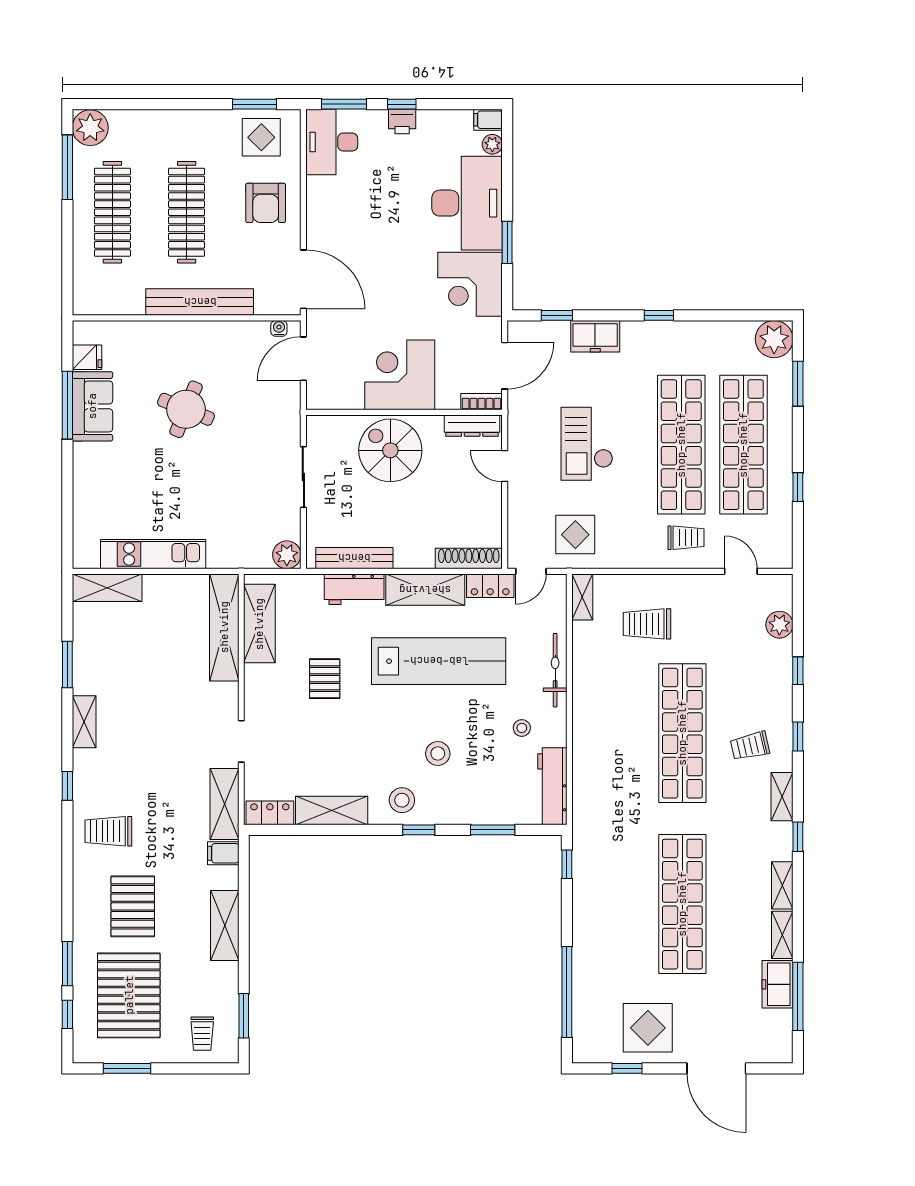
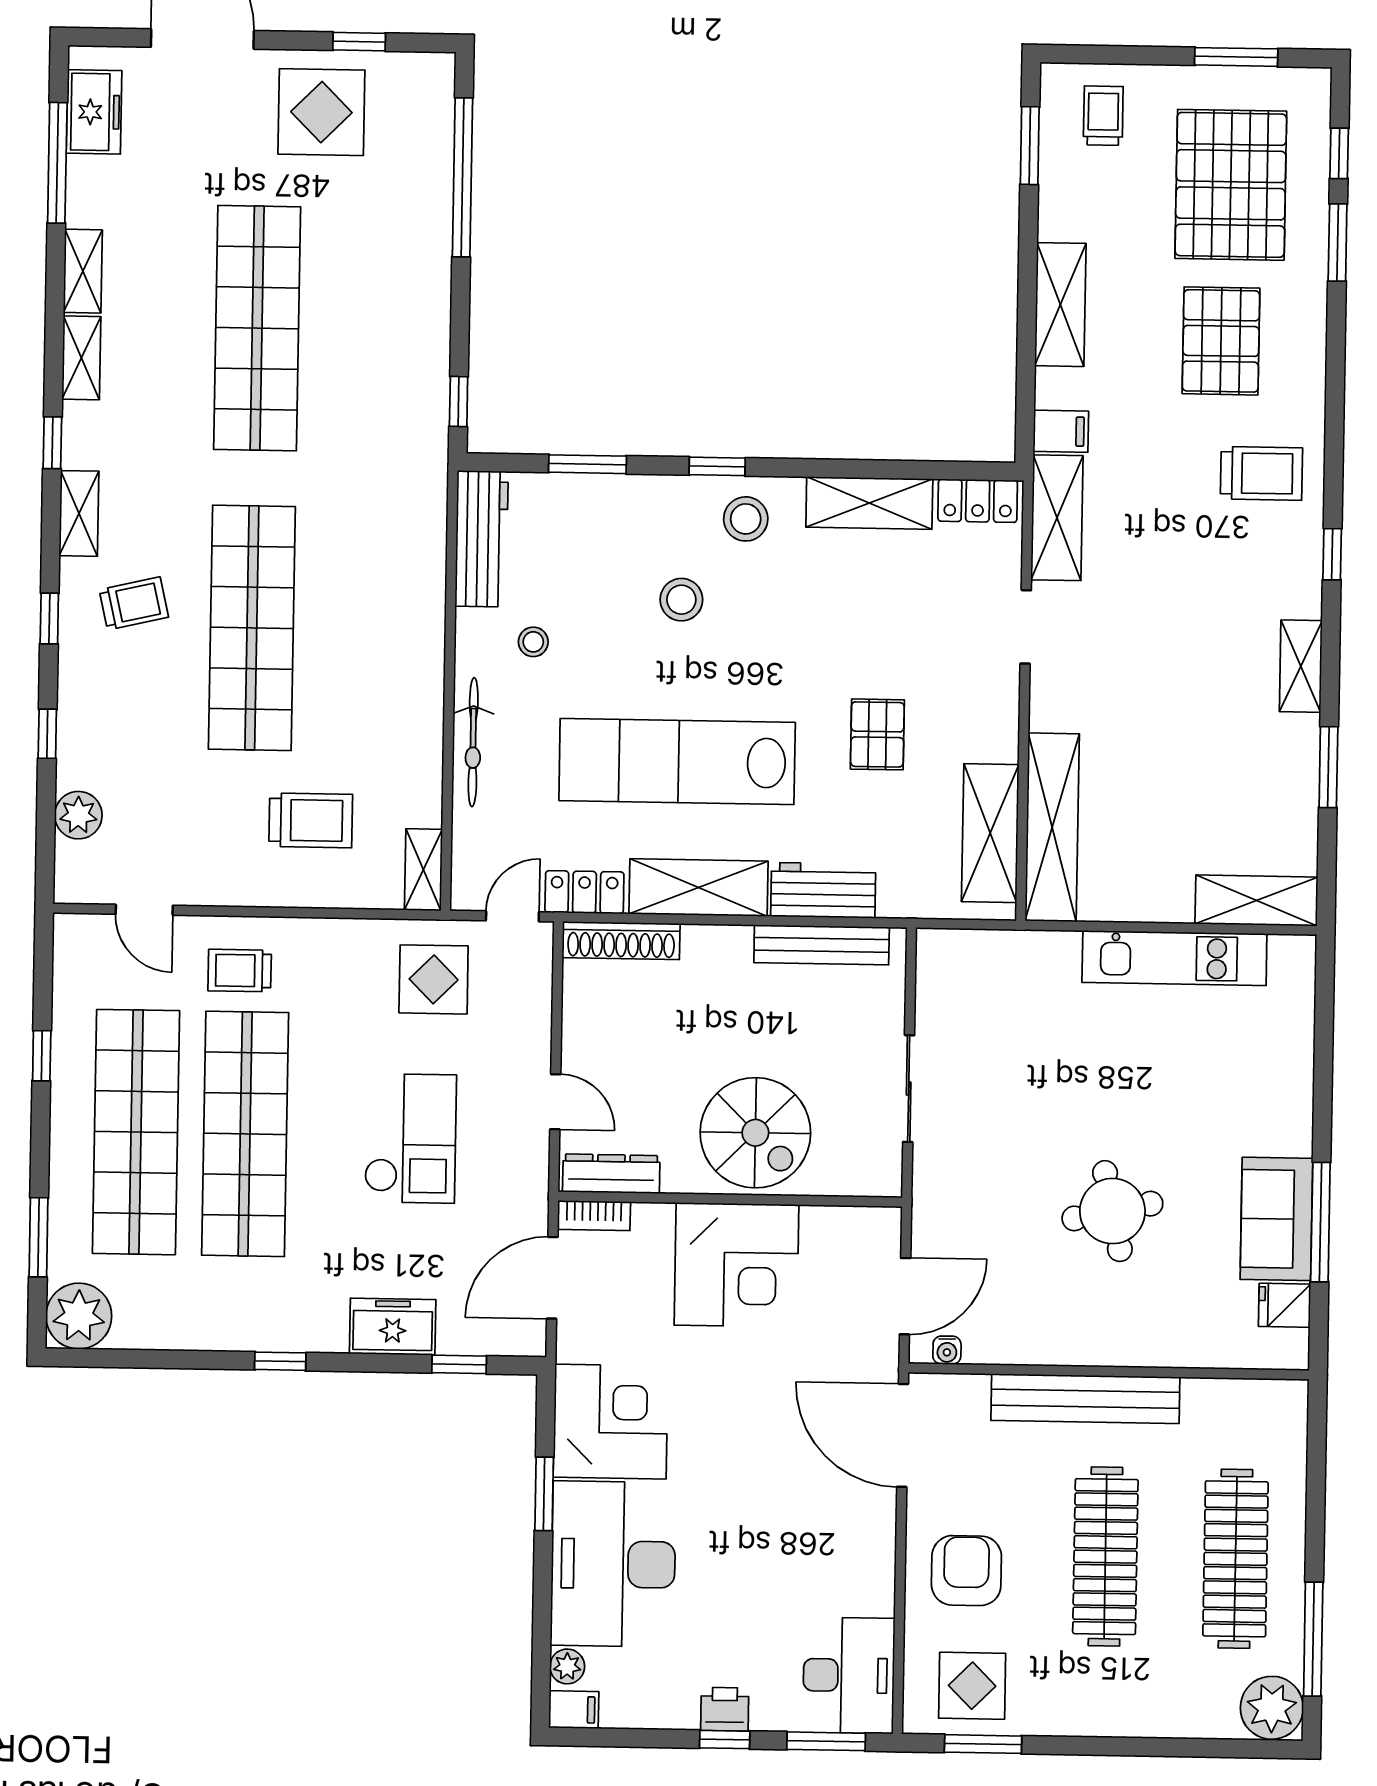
round table: (186, 409) -> (1112, 1211), turned -34
plant: (287, 555) -> (940, 953), removed
freezer: (777, 984) -> (94, 112), moved

